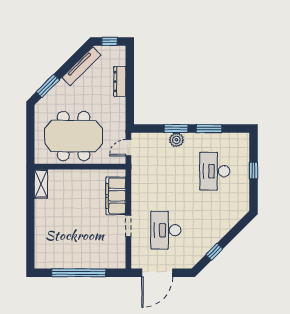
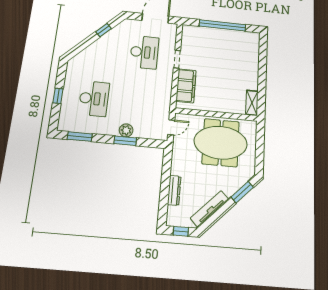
window: (209, 129) -> (80, 137), moved

